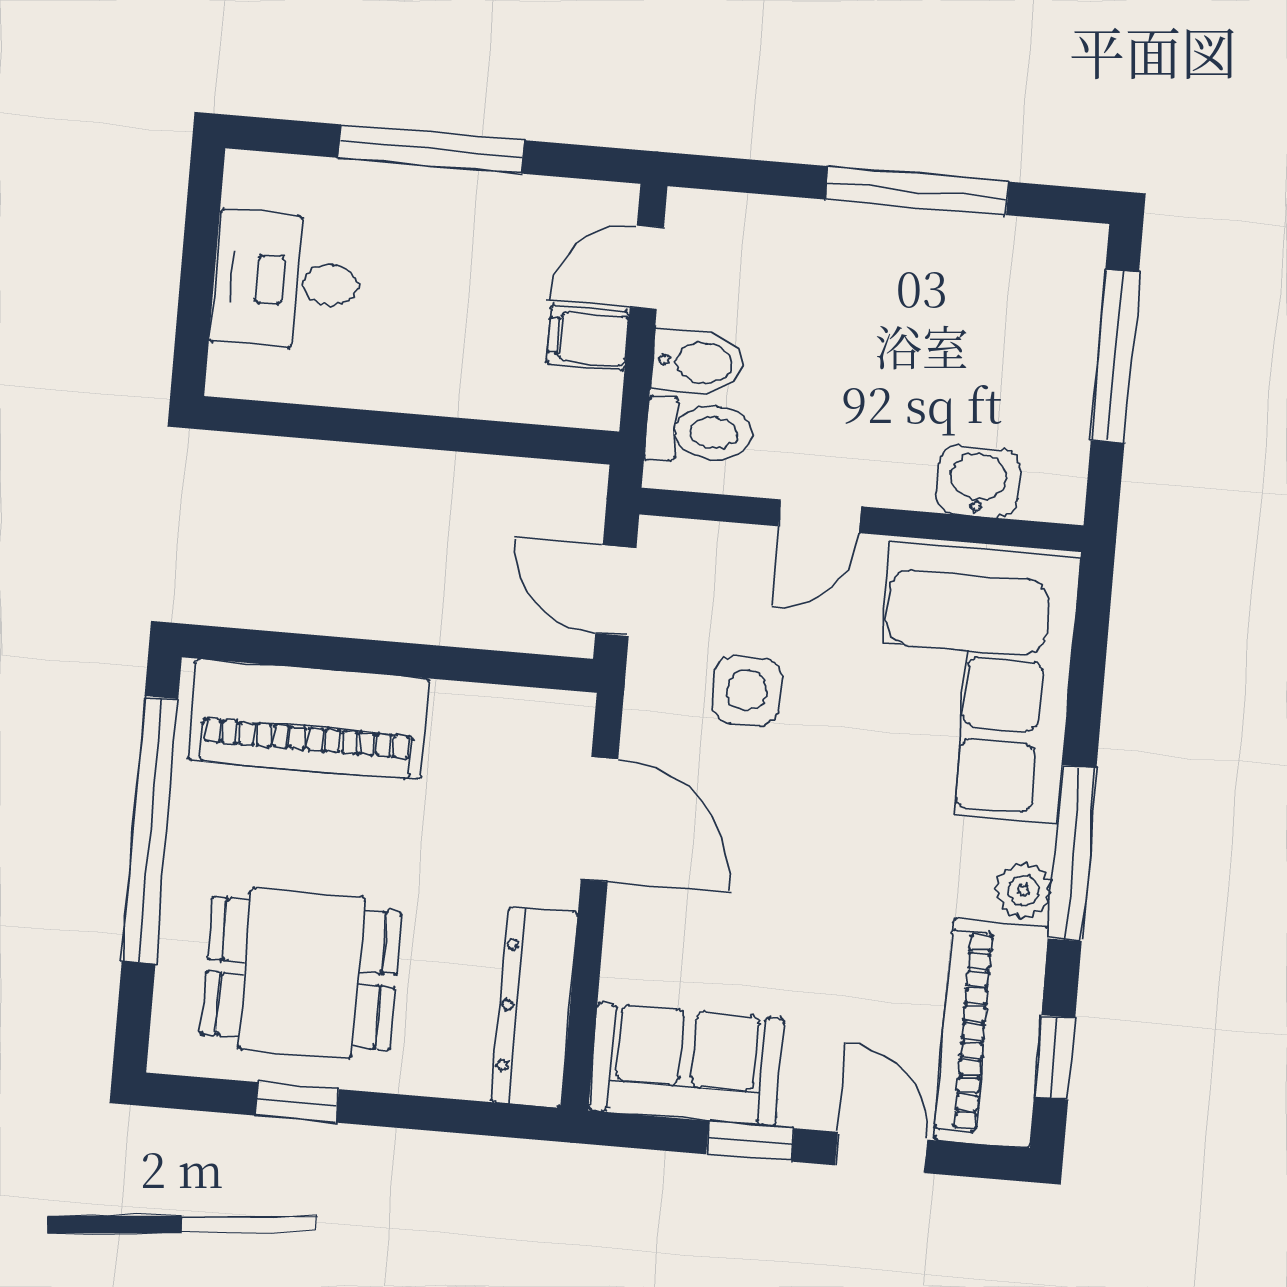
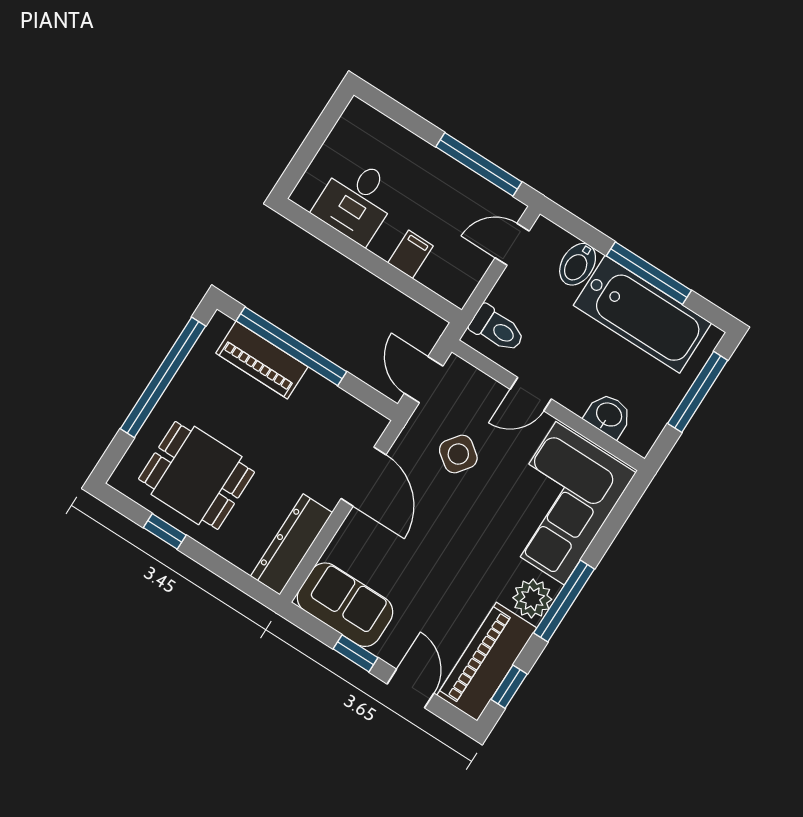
window: (431, 149) -> (479, 164), moved
bathtub: (944, 270) -> (642, 314), added
desk: (286, 281) -> (357, 201), moved, turned -90
filing cabinet: (588, 338) -> (410, 254), moved, turned 90
bidet: (698, 362) -> (578, 264), moved, turned 90
window: (349, 655) -> (291, 346), added
side table: (747, 690) -> (458, 454), turned 37
piano: (308, 719) -> (262, 360), width x0.73, depth x0.75
plant: (1023, 890) -> (532, 599), width x1.38, depth x1.38

